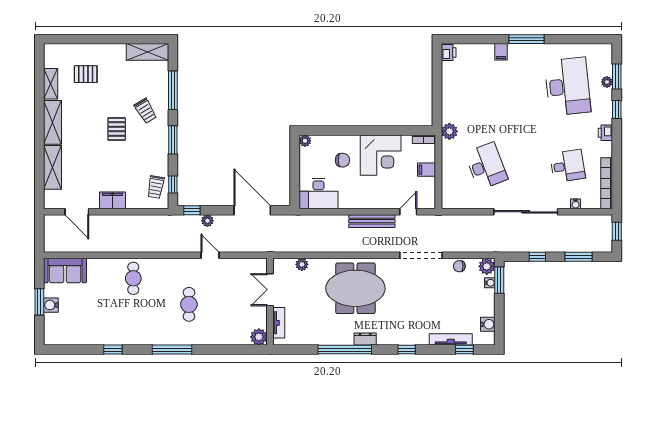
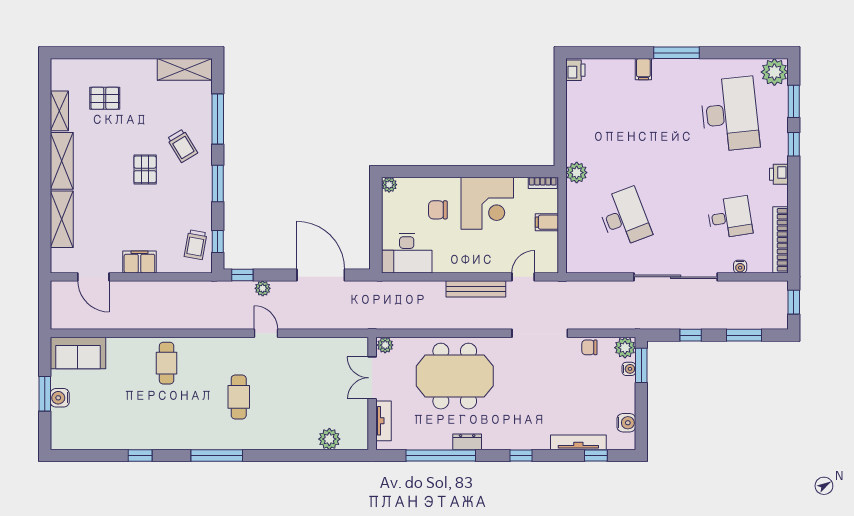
plant: (607, 82) -> (774, 72), moved, width x1.87, depth x1.87
chair: (343, 160) -> (438, 210), turned 180
double door: (270, 290) -> (372, 378), moved
wall: (270, 302) -> (372, 393), moved
tv unit: (279, 323) -> (384, 421), moved

